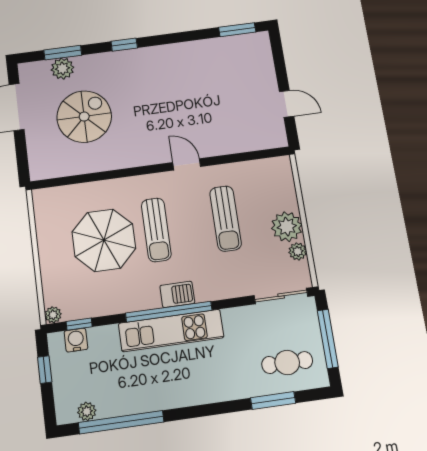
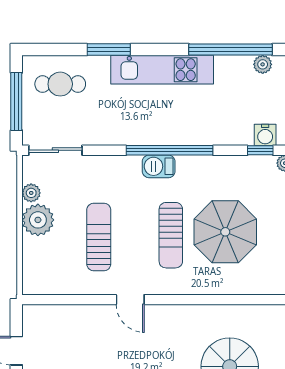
sun lounger: (156, 230) -> (171, 235), turned 180
kitchen unit: (171, 330) -> (162, 70), moved, turned 180
window: (273, 400) -> (109, 50), moved

